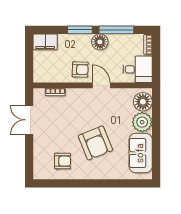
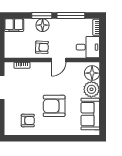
floor lamp: (100, 42) -> (43, 25), moved
door: (101, 85) -> (59, 60), swing flipped
armchair: (95, 143) -> (54, 106), turned 112

